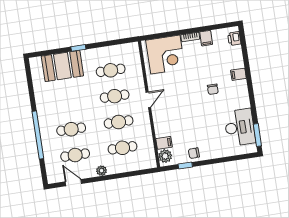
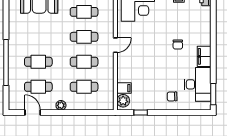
filing cabinet: (238, 74) -> (204, 56), moved, width x2.00
chair: (194, 153) -> (172, 96), moved

